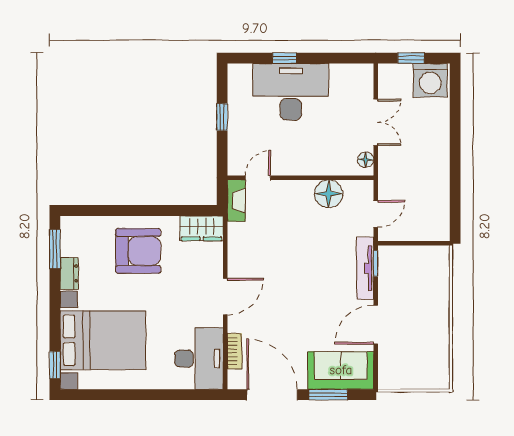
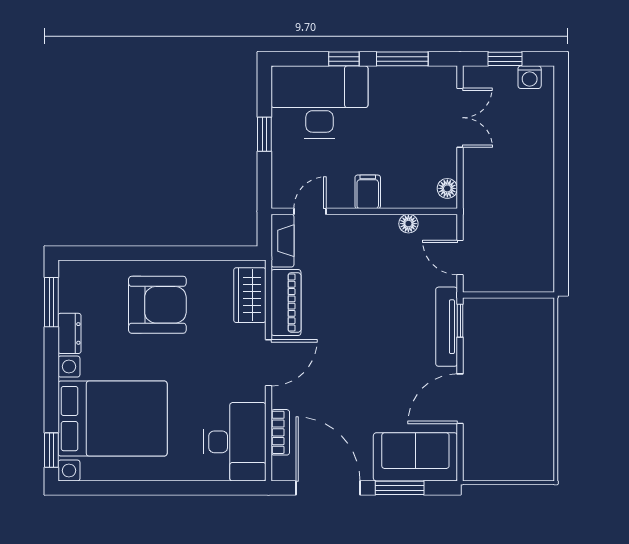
window: (330, 58) -> (402, 59), added
washing machine: (430, 80) -> (530, 77), width x0.53, depth x0.53
desk: (291, 92) -> (320, 102), moved
double door: (376, 122) -> (460, 118), moved
filing cabinet: (303, 162) -> (368, 192), added
floor lamp: (329, 194) -> (408, 224), width x0.53, depth x0.53
door: (376, 214) -> (460, 257), swing flipped
wardrobe: (202, 228) -> (250, 295), moved, turned 90
piano: (239, 249) -> (286, 302), added

